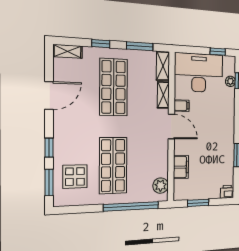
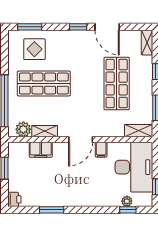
shop shelf: (114, 87) -> (117, 84), turned 90
shelving: (163, 95) -> (45, 131), moved
window: (49, 148) -> (78, 27), moved

